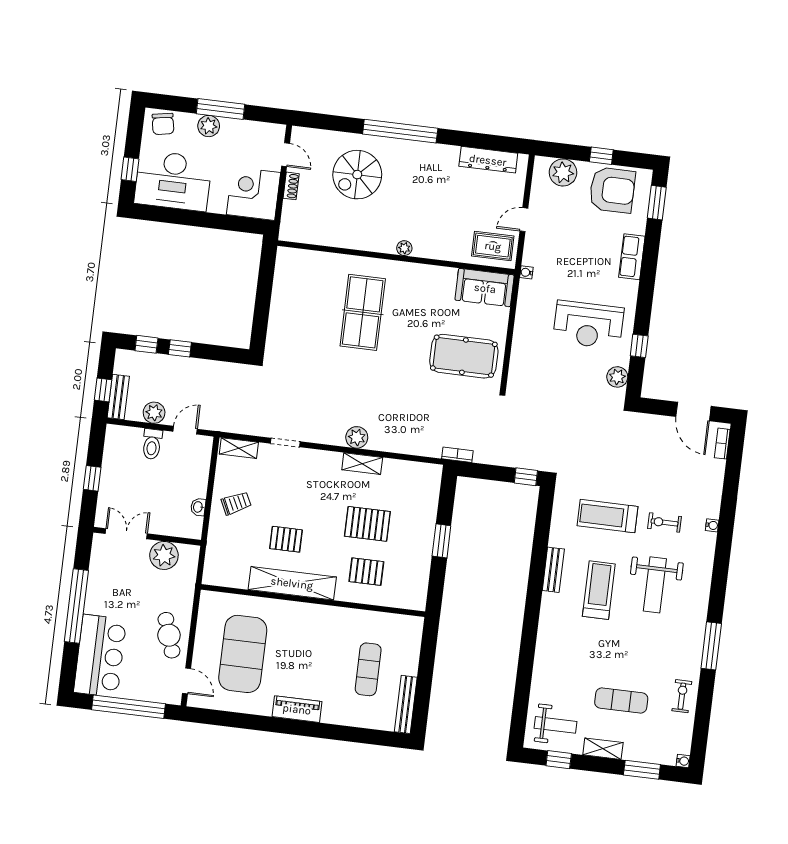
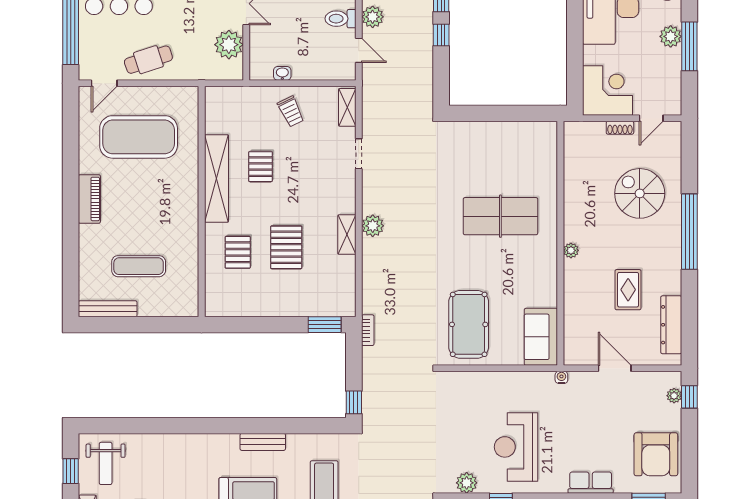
window: (601, 156) -> (689, 397), moved
plant: (563, 172) -> (674, 396), width x0.53, depth x0.53
door: (524, 220) -> (615, 368), width x1.37
rug: (493, 246) -> (628, 290), moved
window: (441, 541) -> (325, 325), moved

